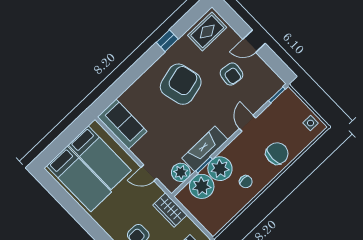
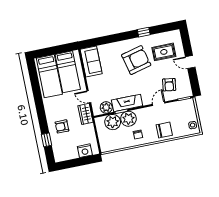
rug: (207, 31) -> (164, 52), moved
armchair: (231, 74) -> (169, 85), moved
wardrobe: (170, 210) -> (86, 114), moved

